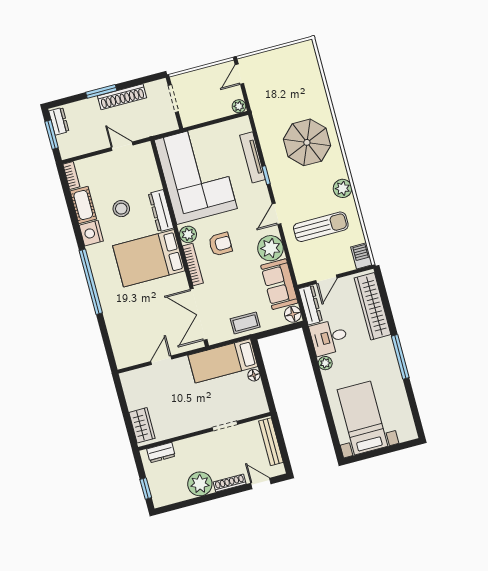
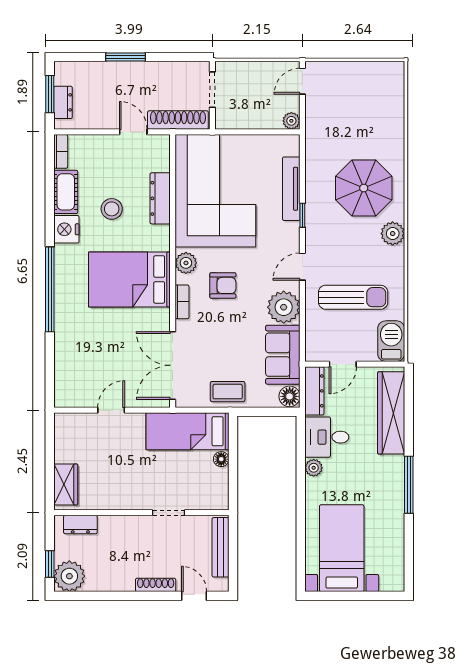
shoe rack: (122, 97) -> (178, 120), moved, turned 180
dresser: (59, 121) -> (63, 102), moved
plant: (343, 188) -> (393, 234), moved
dresser: (161, 211) -> (160, 198), moved
barbecue: (361, 256) -> (391, 341), width x1.38, depth x1.27
bookcase: (193, 265) -> (182, 302), width x0.64
plant: (200, 484) -> (69, 576), moved

